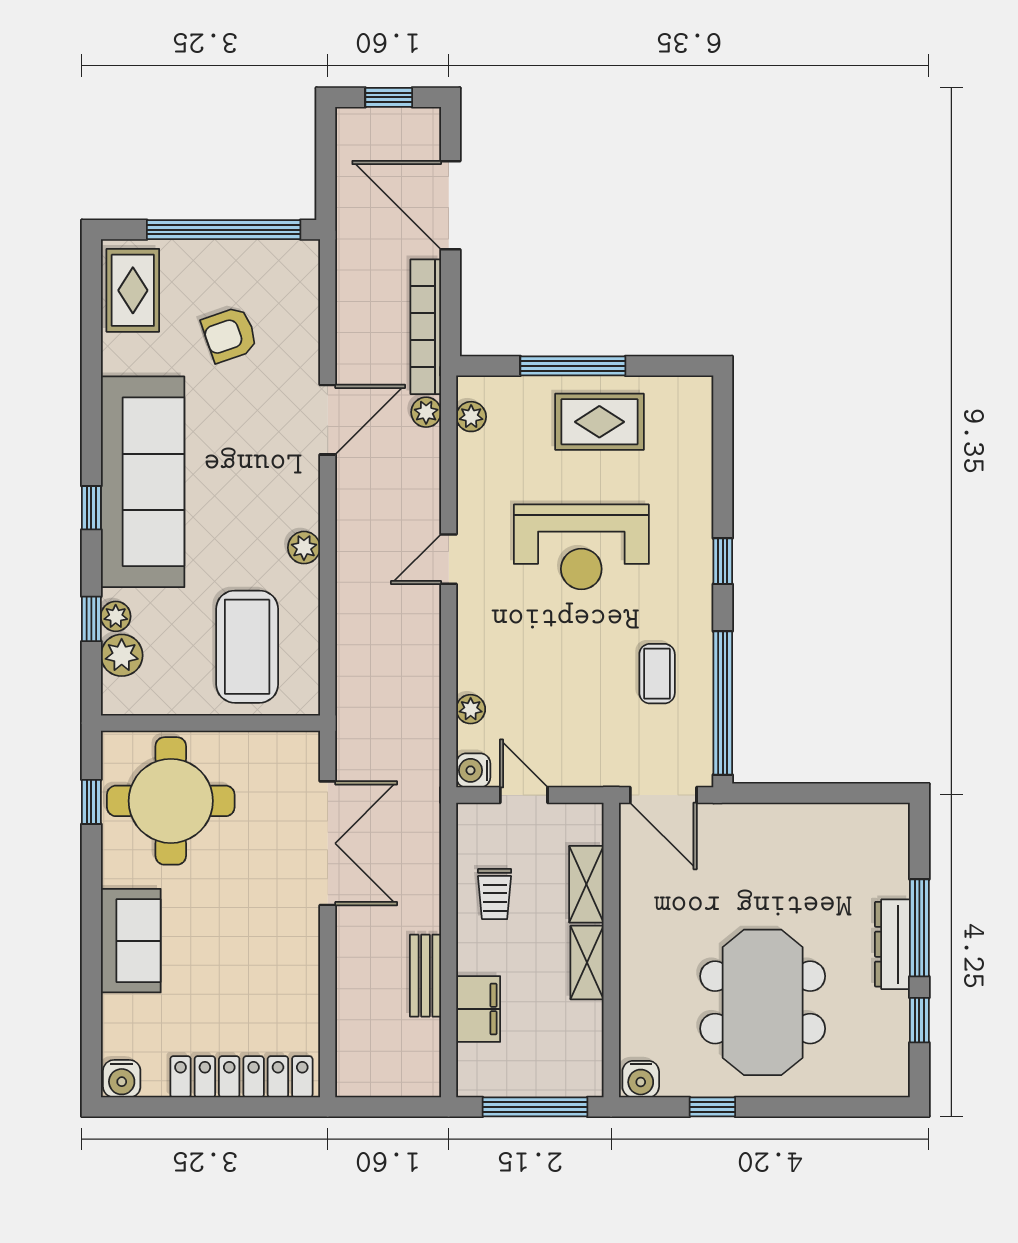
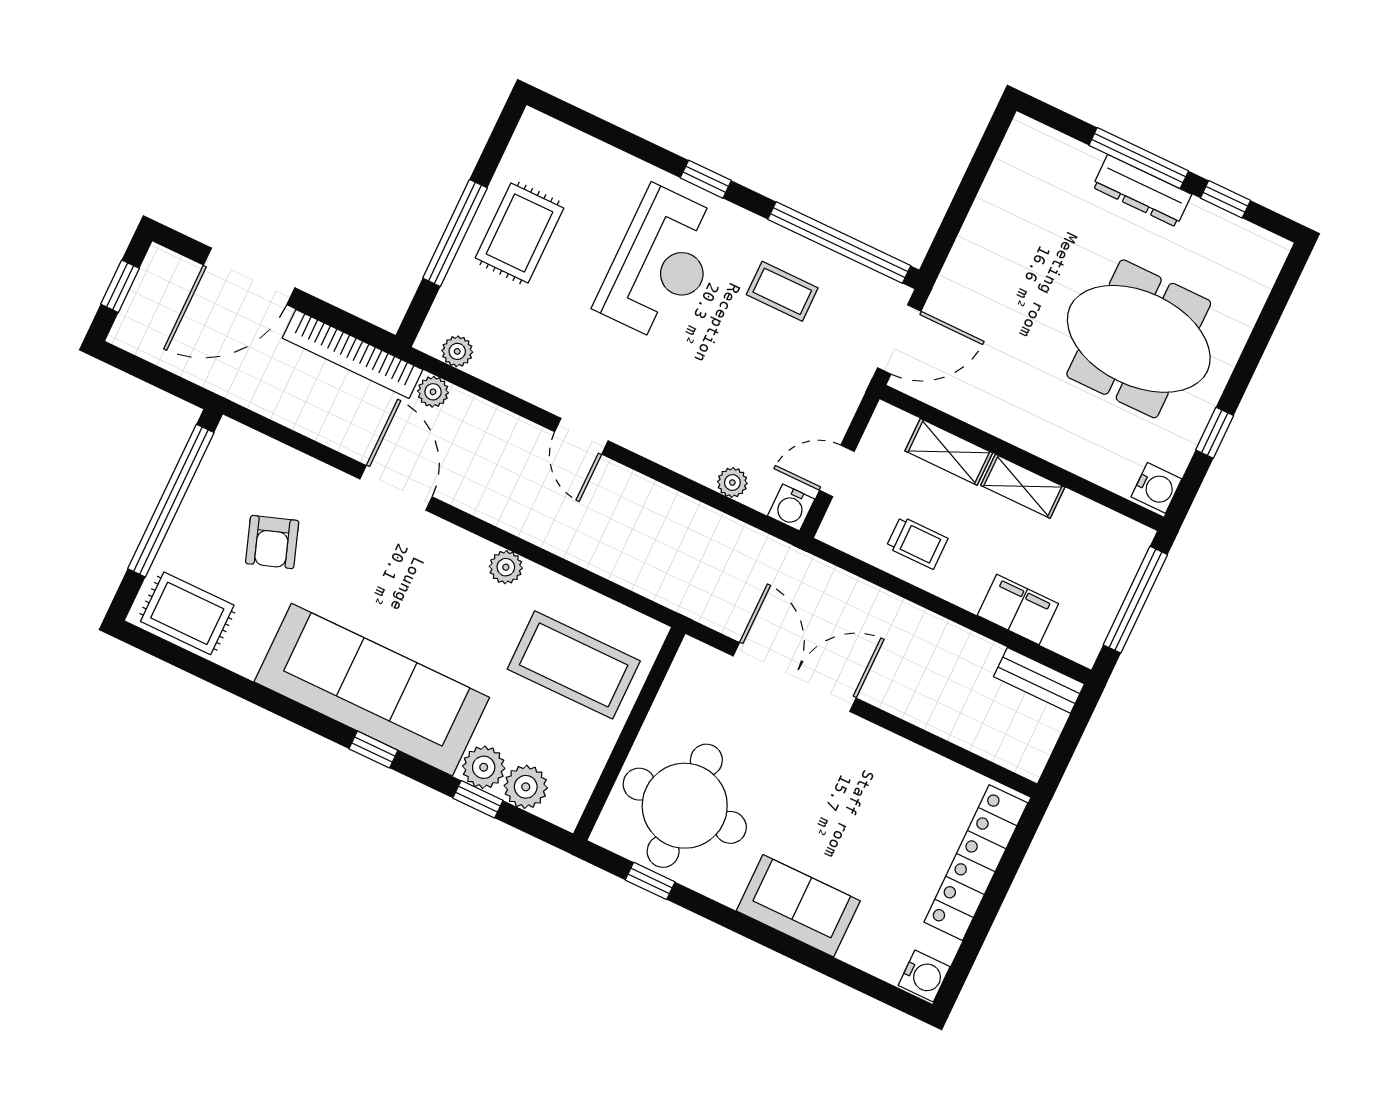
reception desk: (581, 547) -> (661, 264), moved
plant: (116, 616) -> (484, 767), width x1.38, depth x1.38
bench: (425, 976) -> (1039, 680), moved

